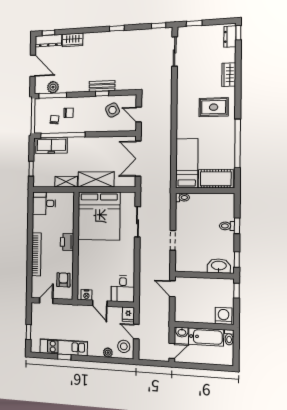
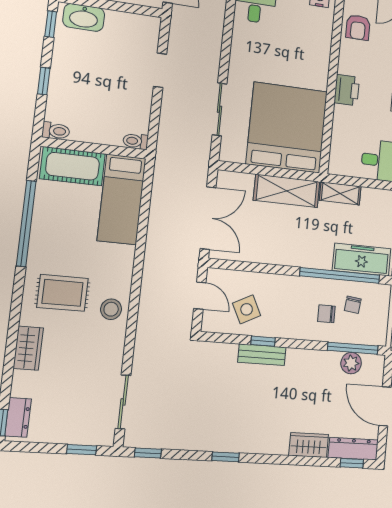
stool: (186, 101) -> (111, 309), added
toilet: (227, 226) -> (56, 131), moved

